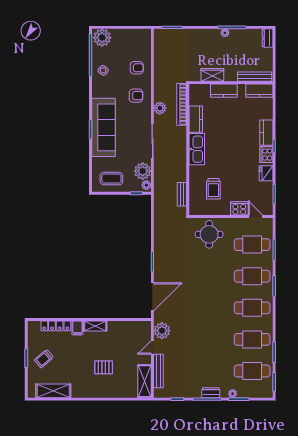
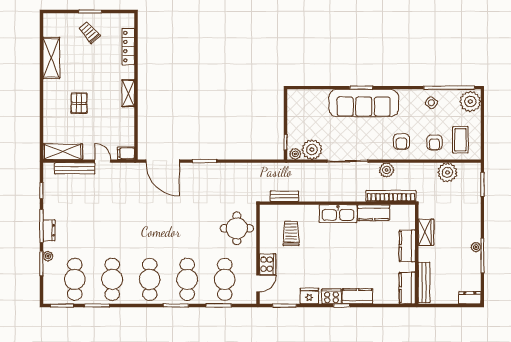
coffee table: (111, 179) -> (460, 140), moved
trolley: (213, 189) -> (291, 233), turned 90
filing cabinet: (77, 328) -> (126, 153), moved
plant: (162, 331) -> (447, 172), moved
shelving: (53, 391) -> (51, 58), moved

